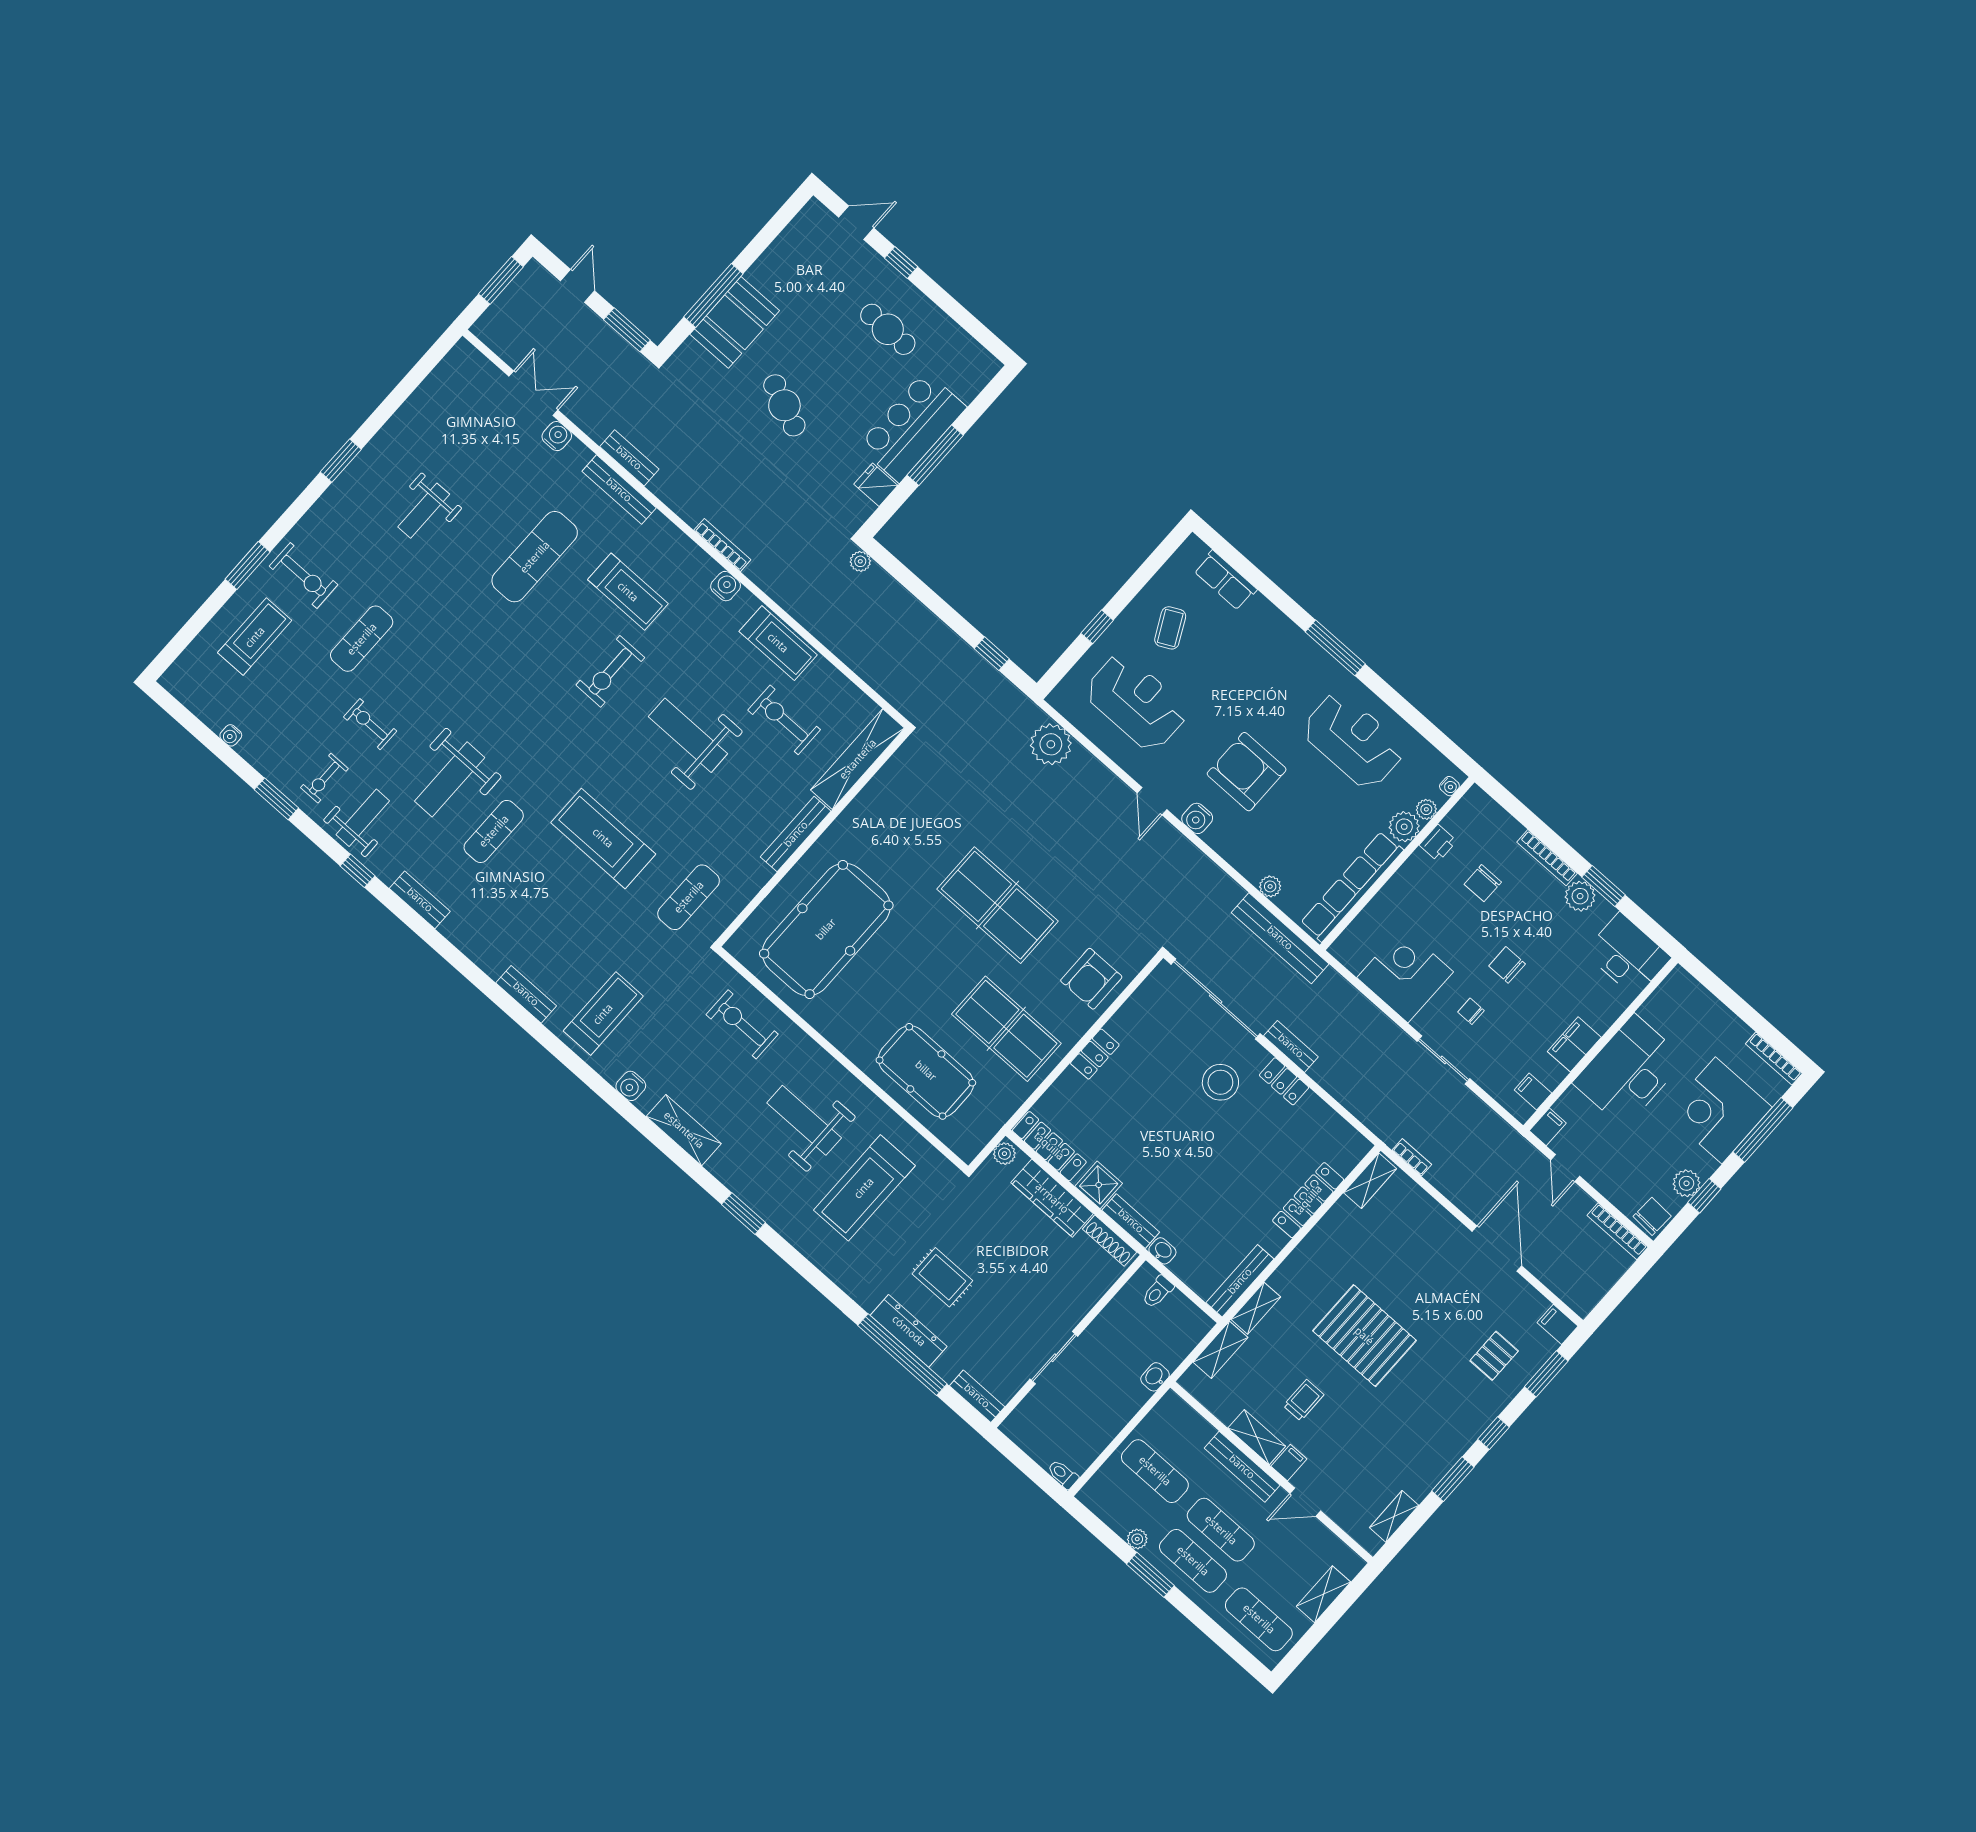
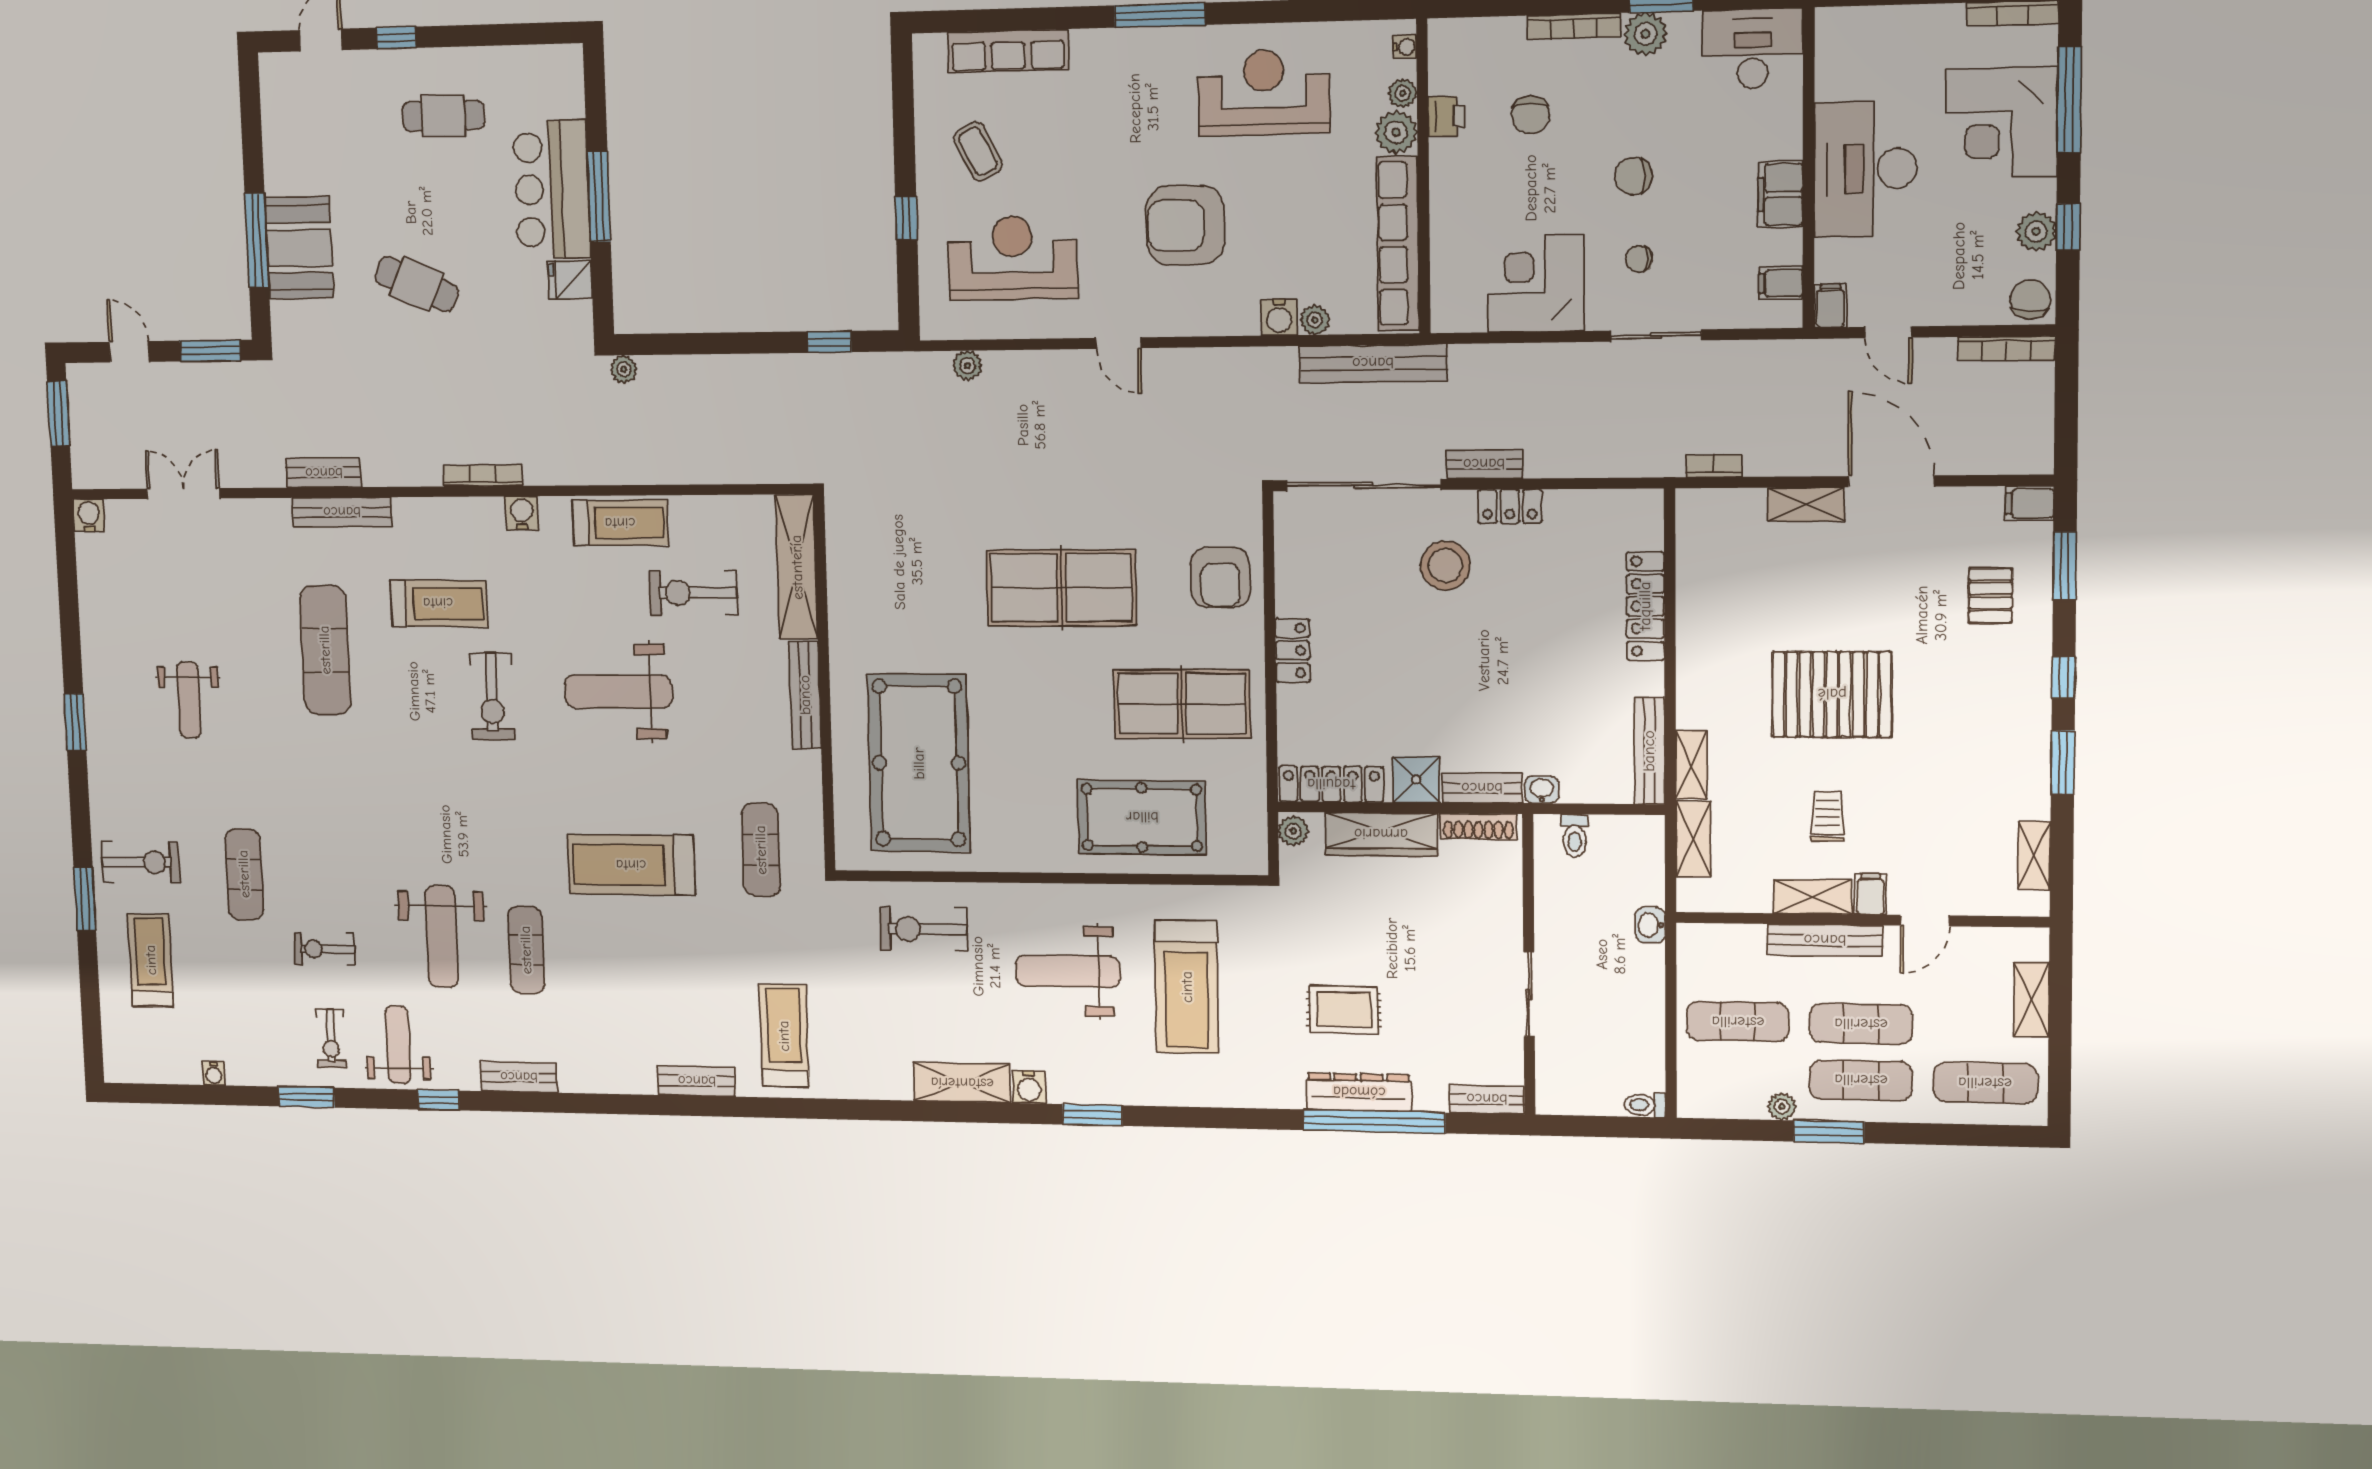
water cooler: (557, 436) -> (89, 515), moved
row of seats: (1225, 580) -> (1008, 51), width x1.48
plant: (1051, 744) -> (967, 366), width x0.53, depth x0.53
water cooler: (1197, 818) -> (1279, 317), moved
water cooler: (631, 1086) -> (1029, 1087), moved
shelving: (1370, 1181) -> (1806, 504), moved, turned 90

